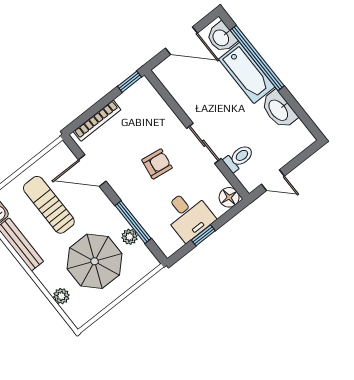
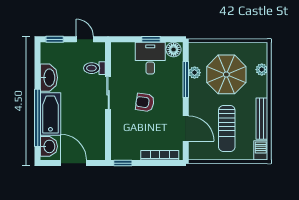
window: (305, 155) -> (55, 39), added
floor lamp: (229, 197) -> (174, 50), moved

